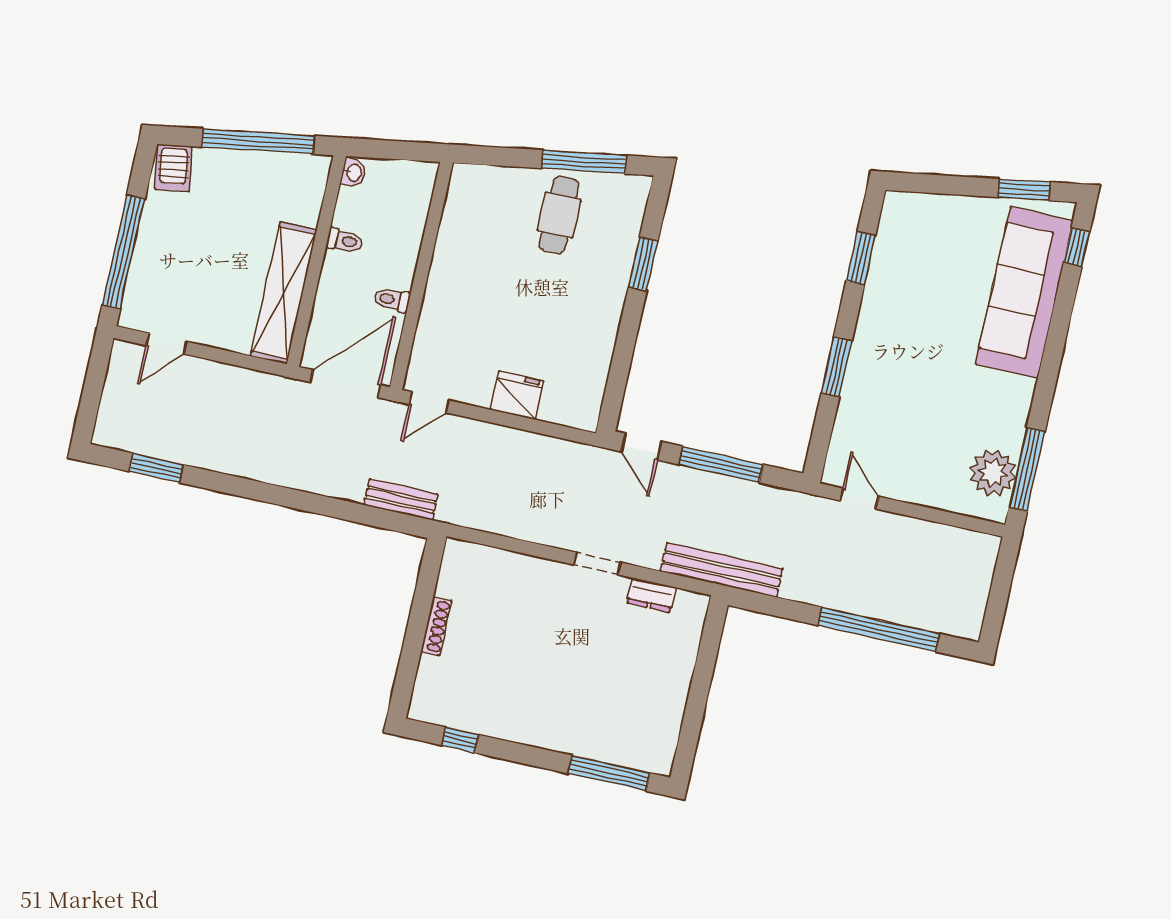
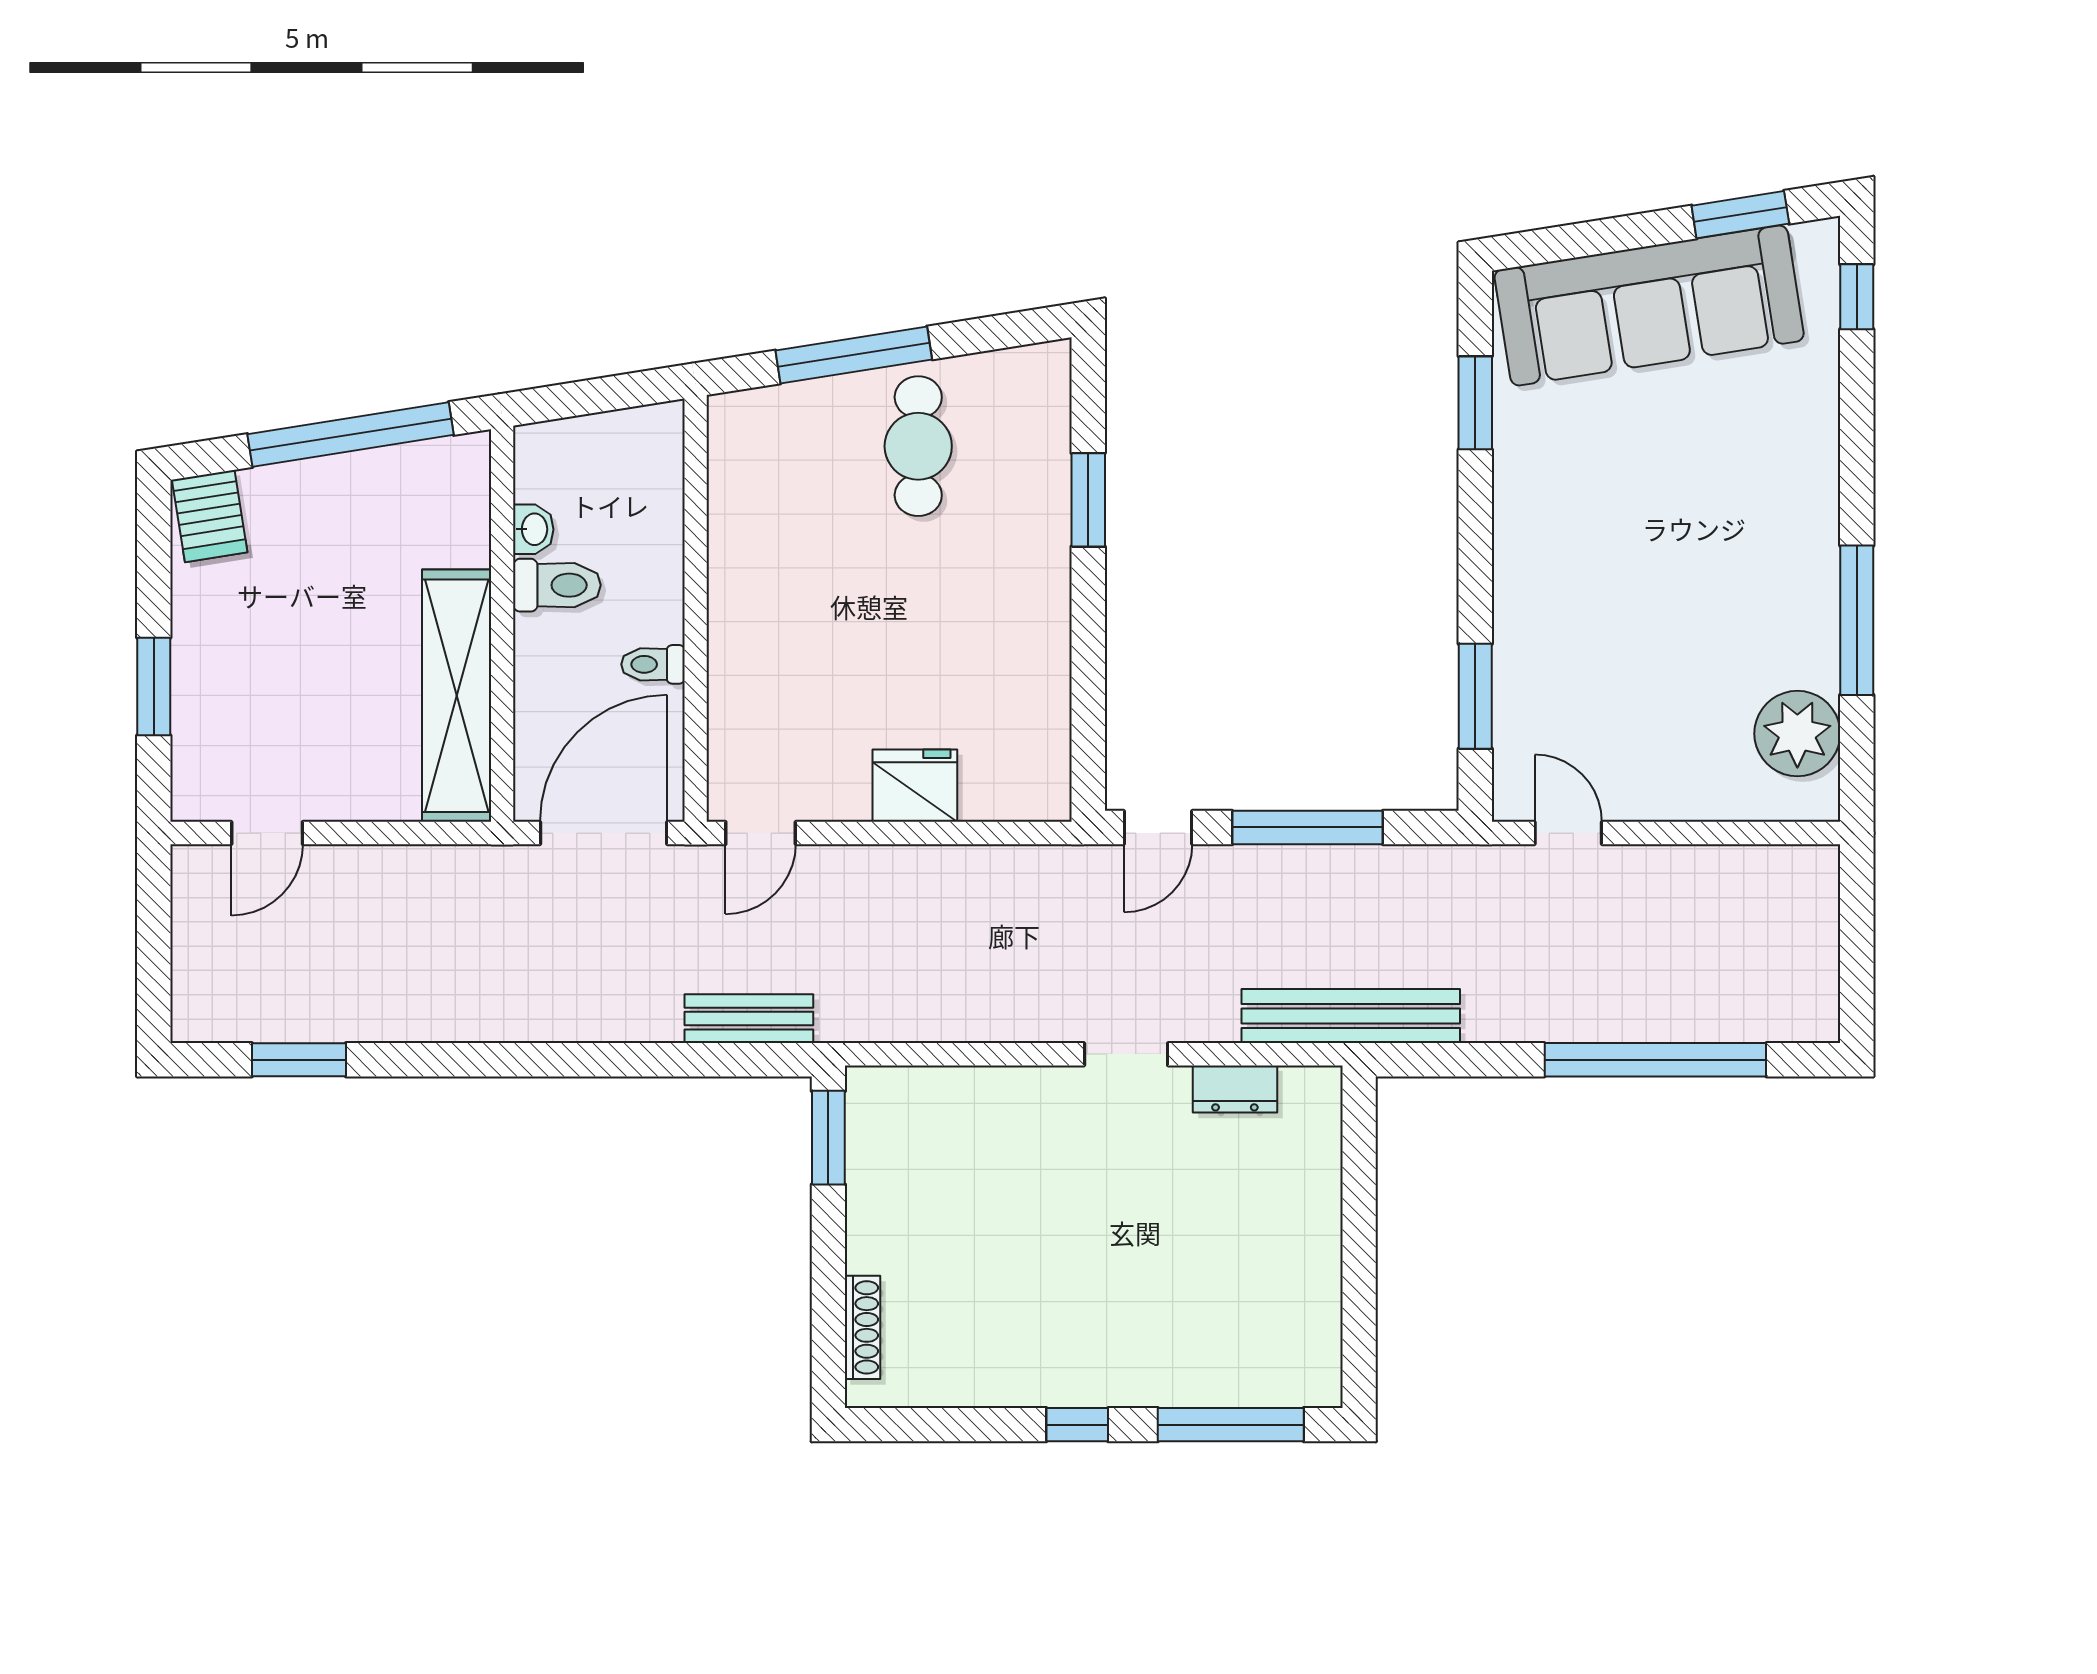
window: (584, 162) -> (854, 355), moved
washbasin: (353, 172) -> (533, 529), moved
toilet: (345, 241) -> (557, 585), width x1.37, depth x1.39
window: (123, 252) -> (154, 686), width x0.47
sofa: (1024, 292) -> (1649, 305), moved, turned -99
window: (837, 367) -> (1475, 696), moved
door: (641, 447) -> (1158, 827), hinge flipped
window: (1027, 470) -> (1857, 620), moved
window: (429, 573) -> (828, 1138), added
shoe rack: (436, 626) -> (862, 1327), moved
window: (460, 740) -> (1077, 1425), moved

